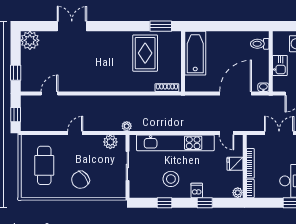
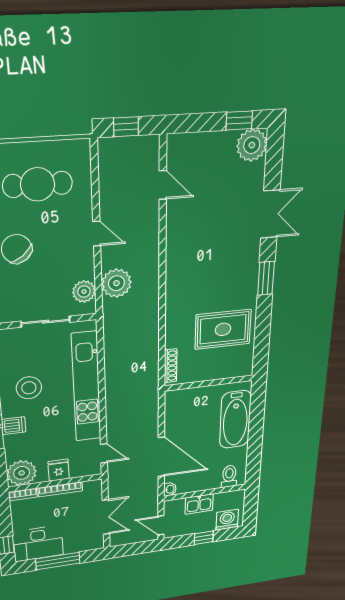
window: (161, 26) -> (266, 278), moved
bathtub: (195, 53) -> (235, 420), moved, turned 90
window: (16, 73) -> (239, 120), moved
plant: (127, 126) -> (116, 283), moved, width x1.88, depth x1.88
door: (226, 133) -> (104, 453), swing flipped
plant: (238, 193) -> (22, 473), width x1.88, depth x1.88

